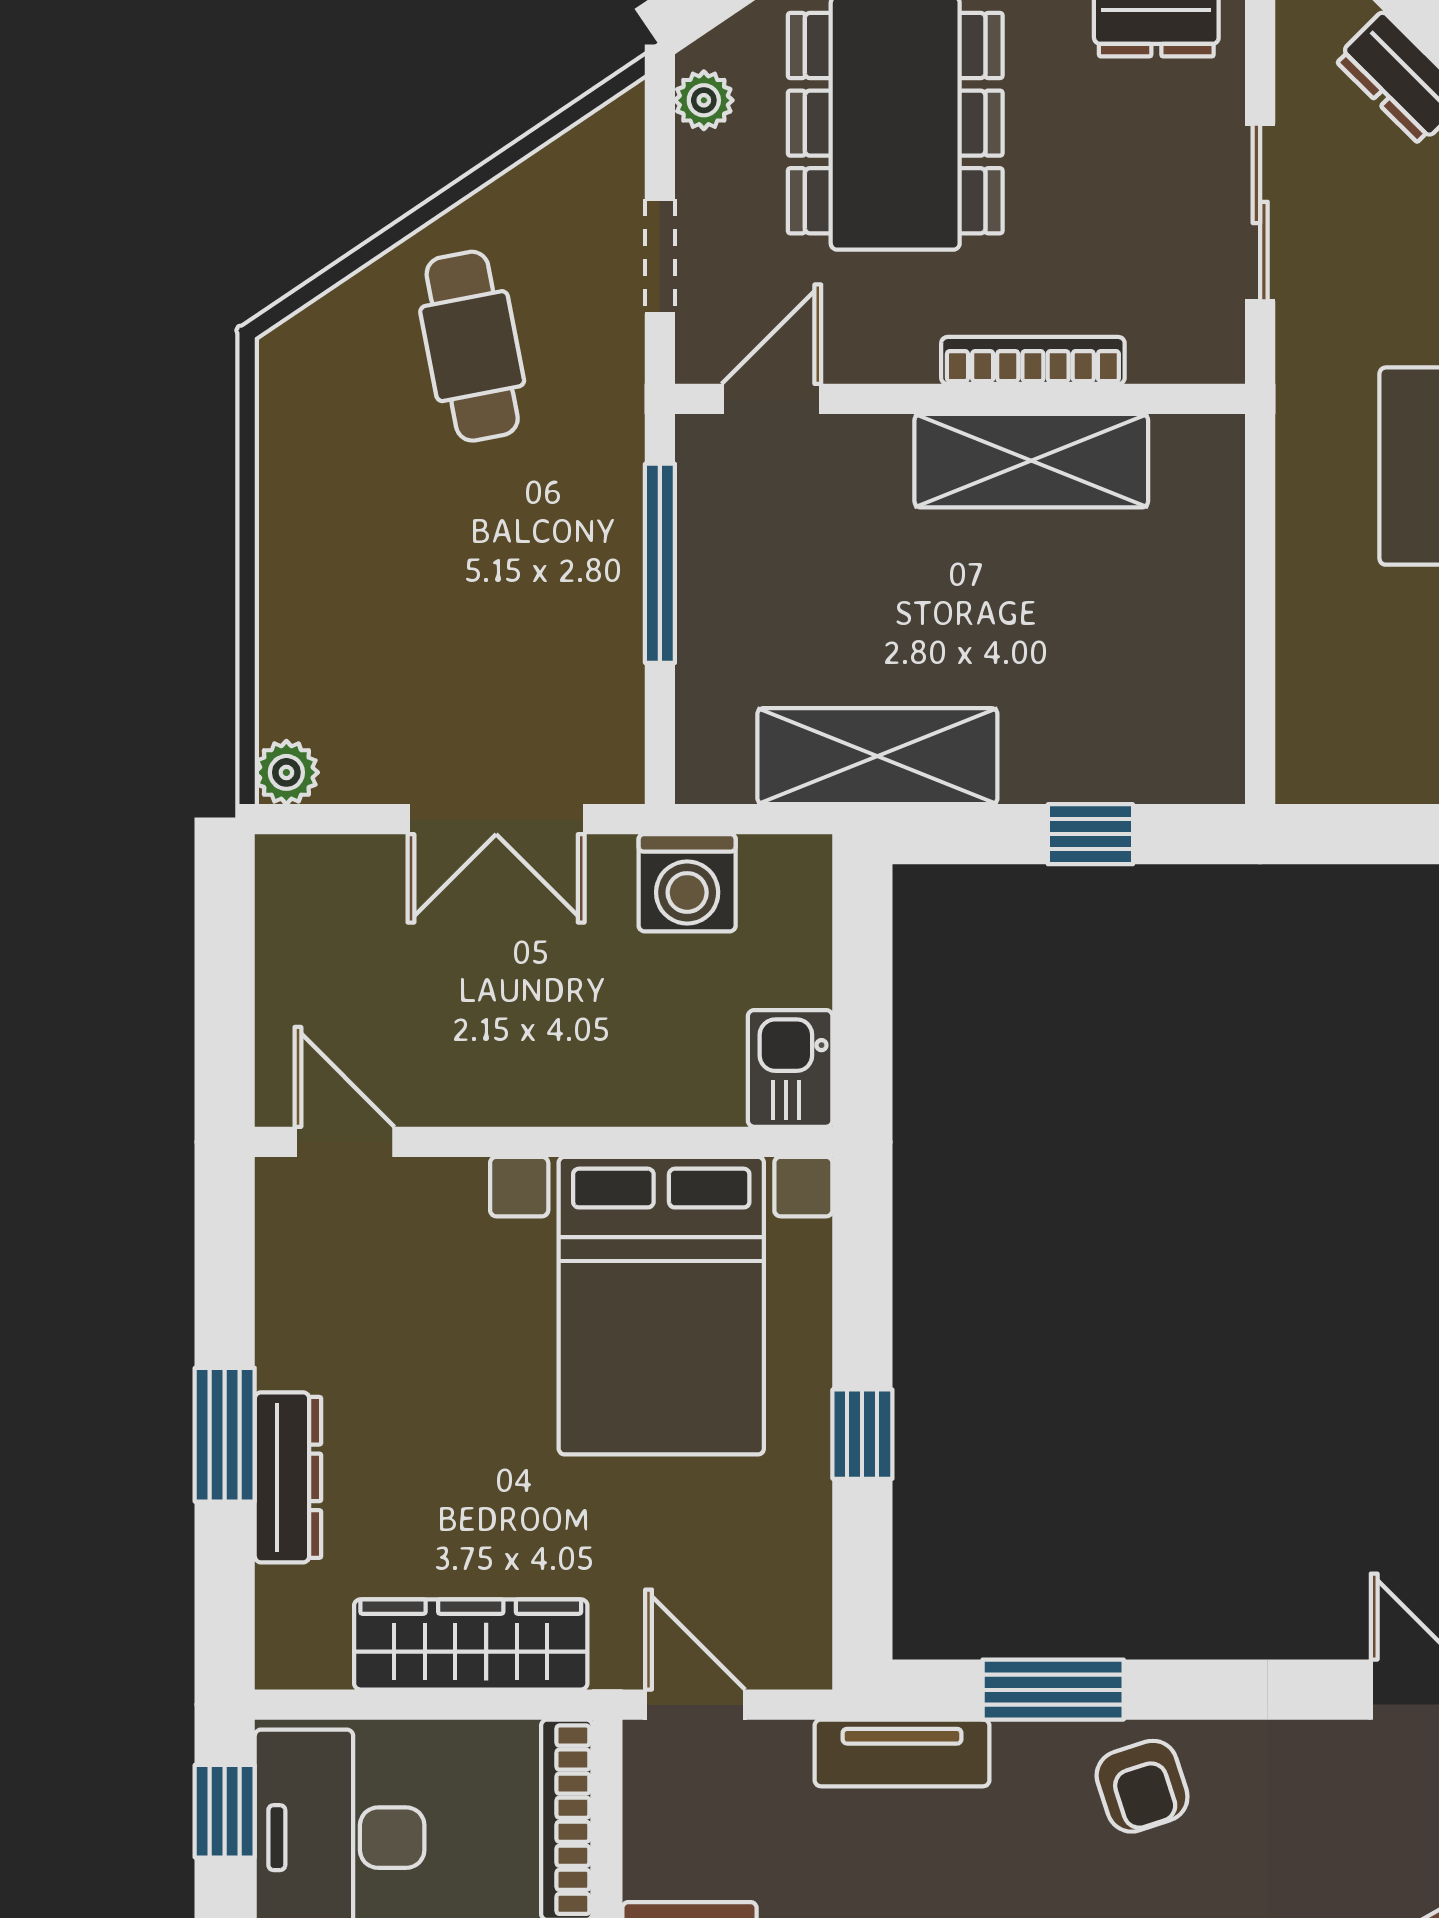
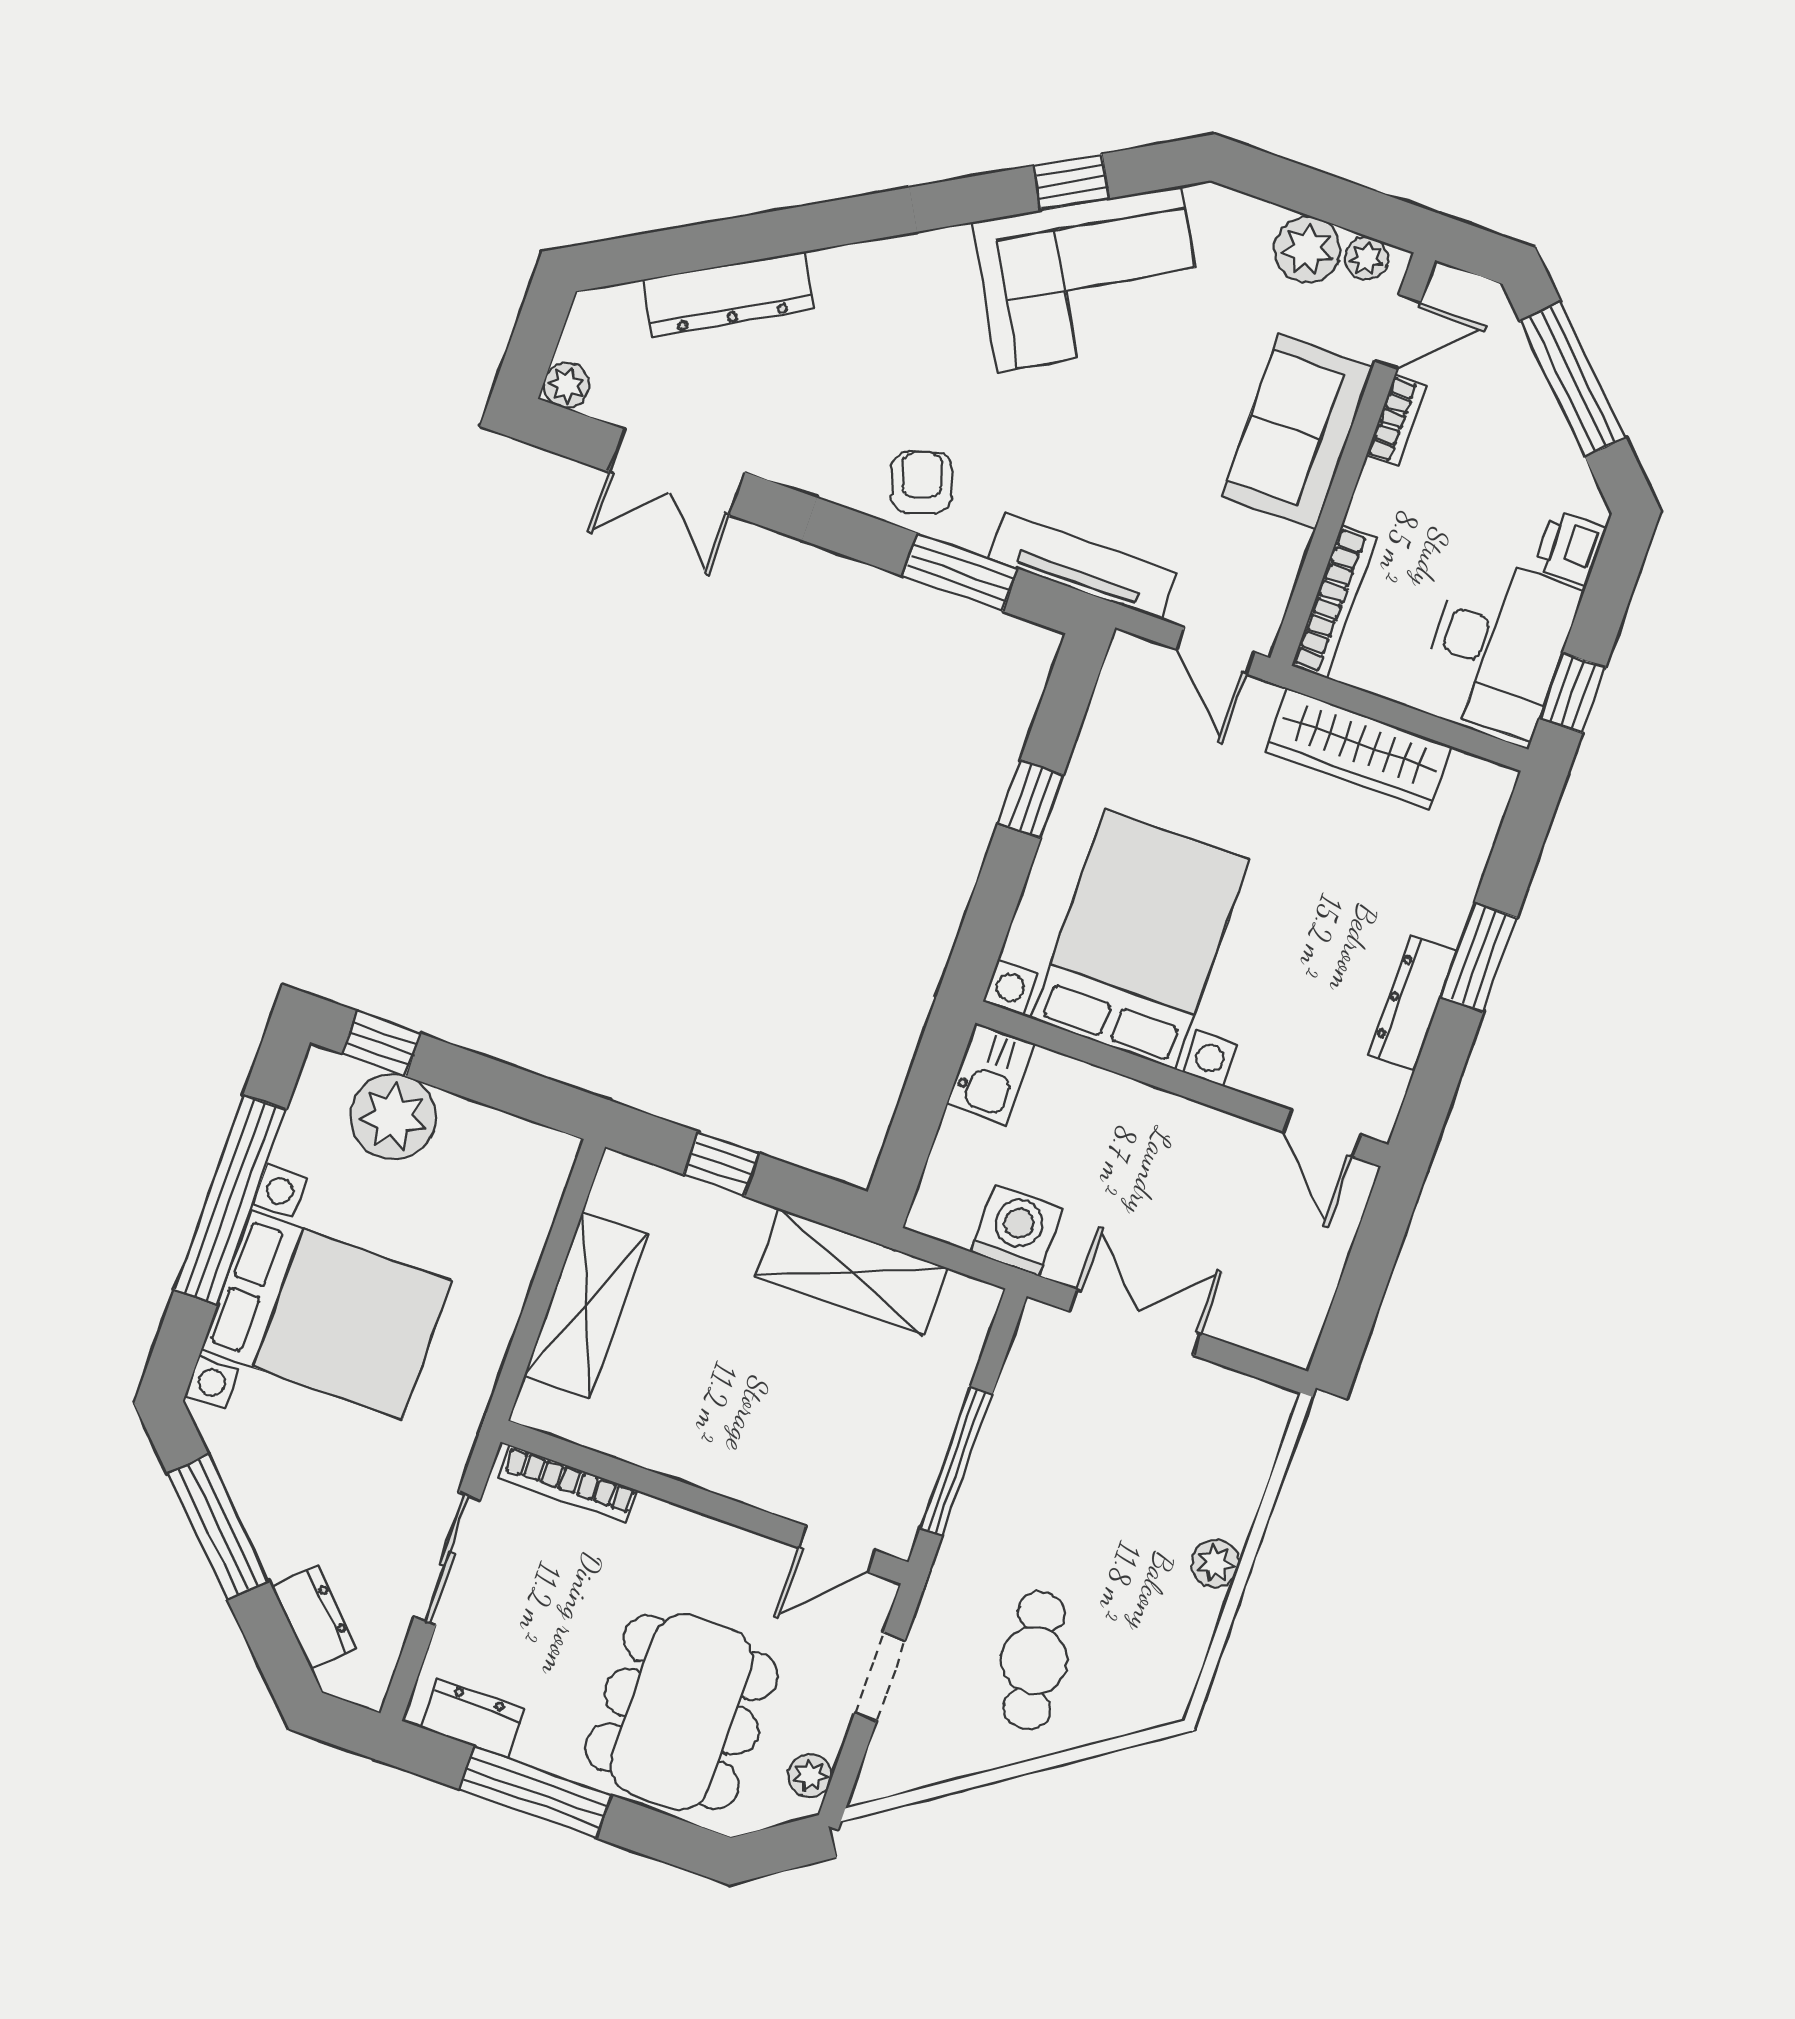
bookcase: (1033, 360) -> (568, 1484), moved
shelving: (1031, 461) -> (586, 1305), moved, turned 90
plant: (286, 772) -> (1215, 1563), moved
dresser: (288, 1477) -> (1413, 1003), moved
tv unit: (902, 1753) -> (1082, 565), width x1.41

